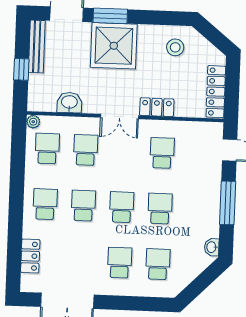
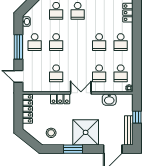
window: (110, 16) -> (73, 149), moved
school desk: (122, 207) -> (35, 42), moved

